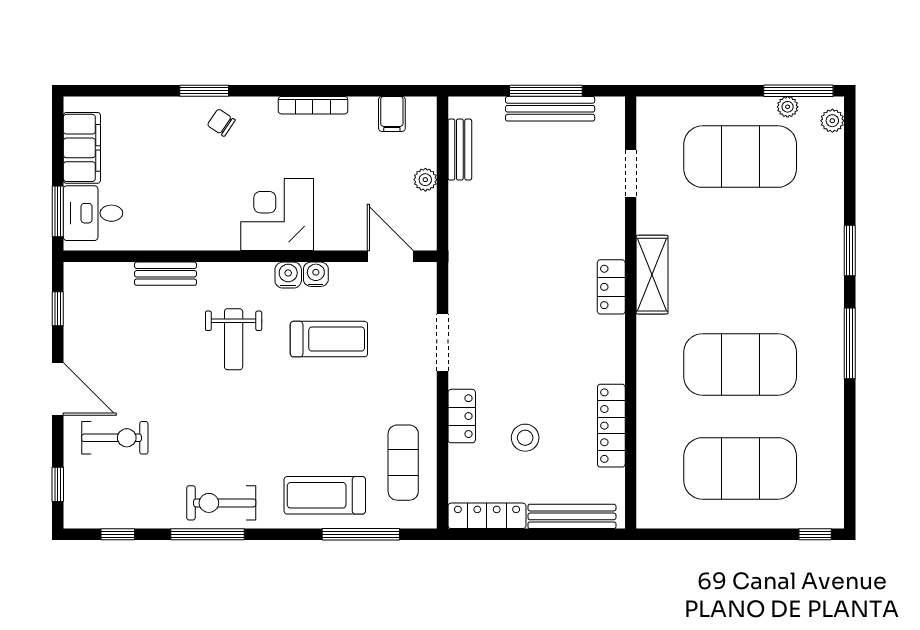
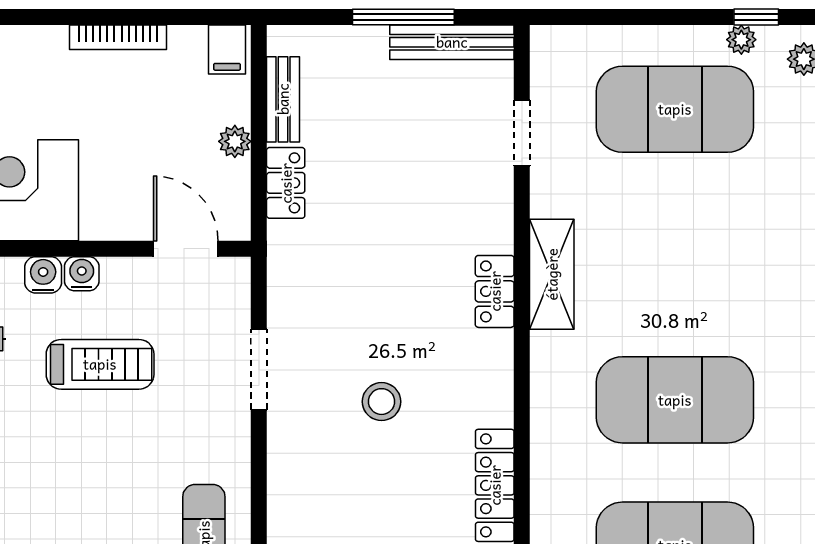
window: (798, 91) -> (756, 17), width x0.46
bookcase: (313, 105) -> (118, 37), moved
bench: (550, 109) -> (452, 42), moved
filing cabinet: (392, 114) -> (227, 50), moved
locker: (462, 416) -> (286, 183), moved
stool: (525, 438) -> (382, 402), moved

